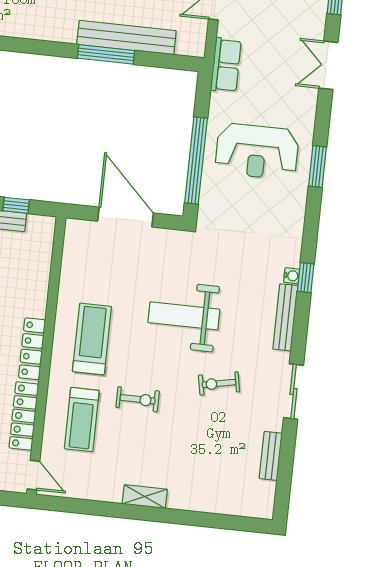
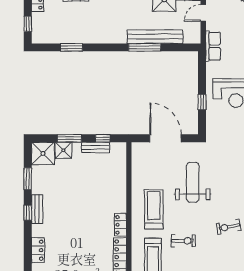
window: (196, 161) -> (202, 102), width x0.32
weight bench: (184, 316) -> (193, 182), moved, turned 90
locker: (32, 349) -> (120, 225), width x0.66

